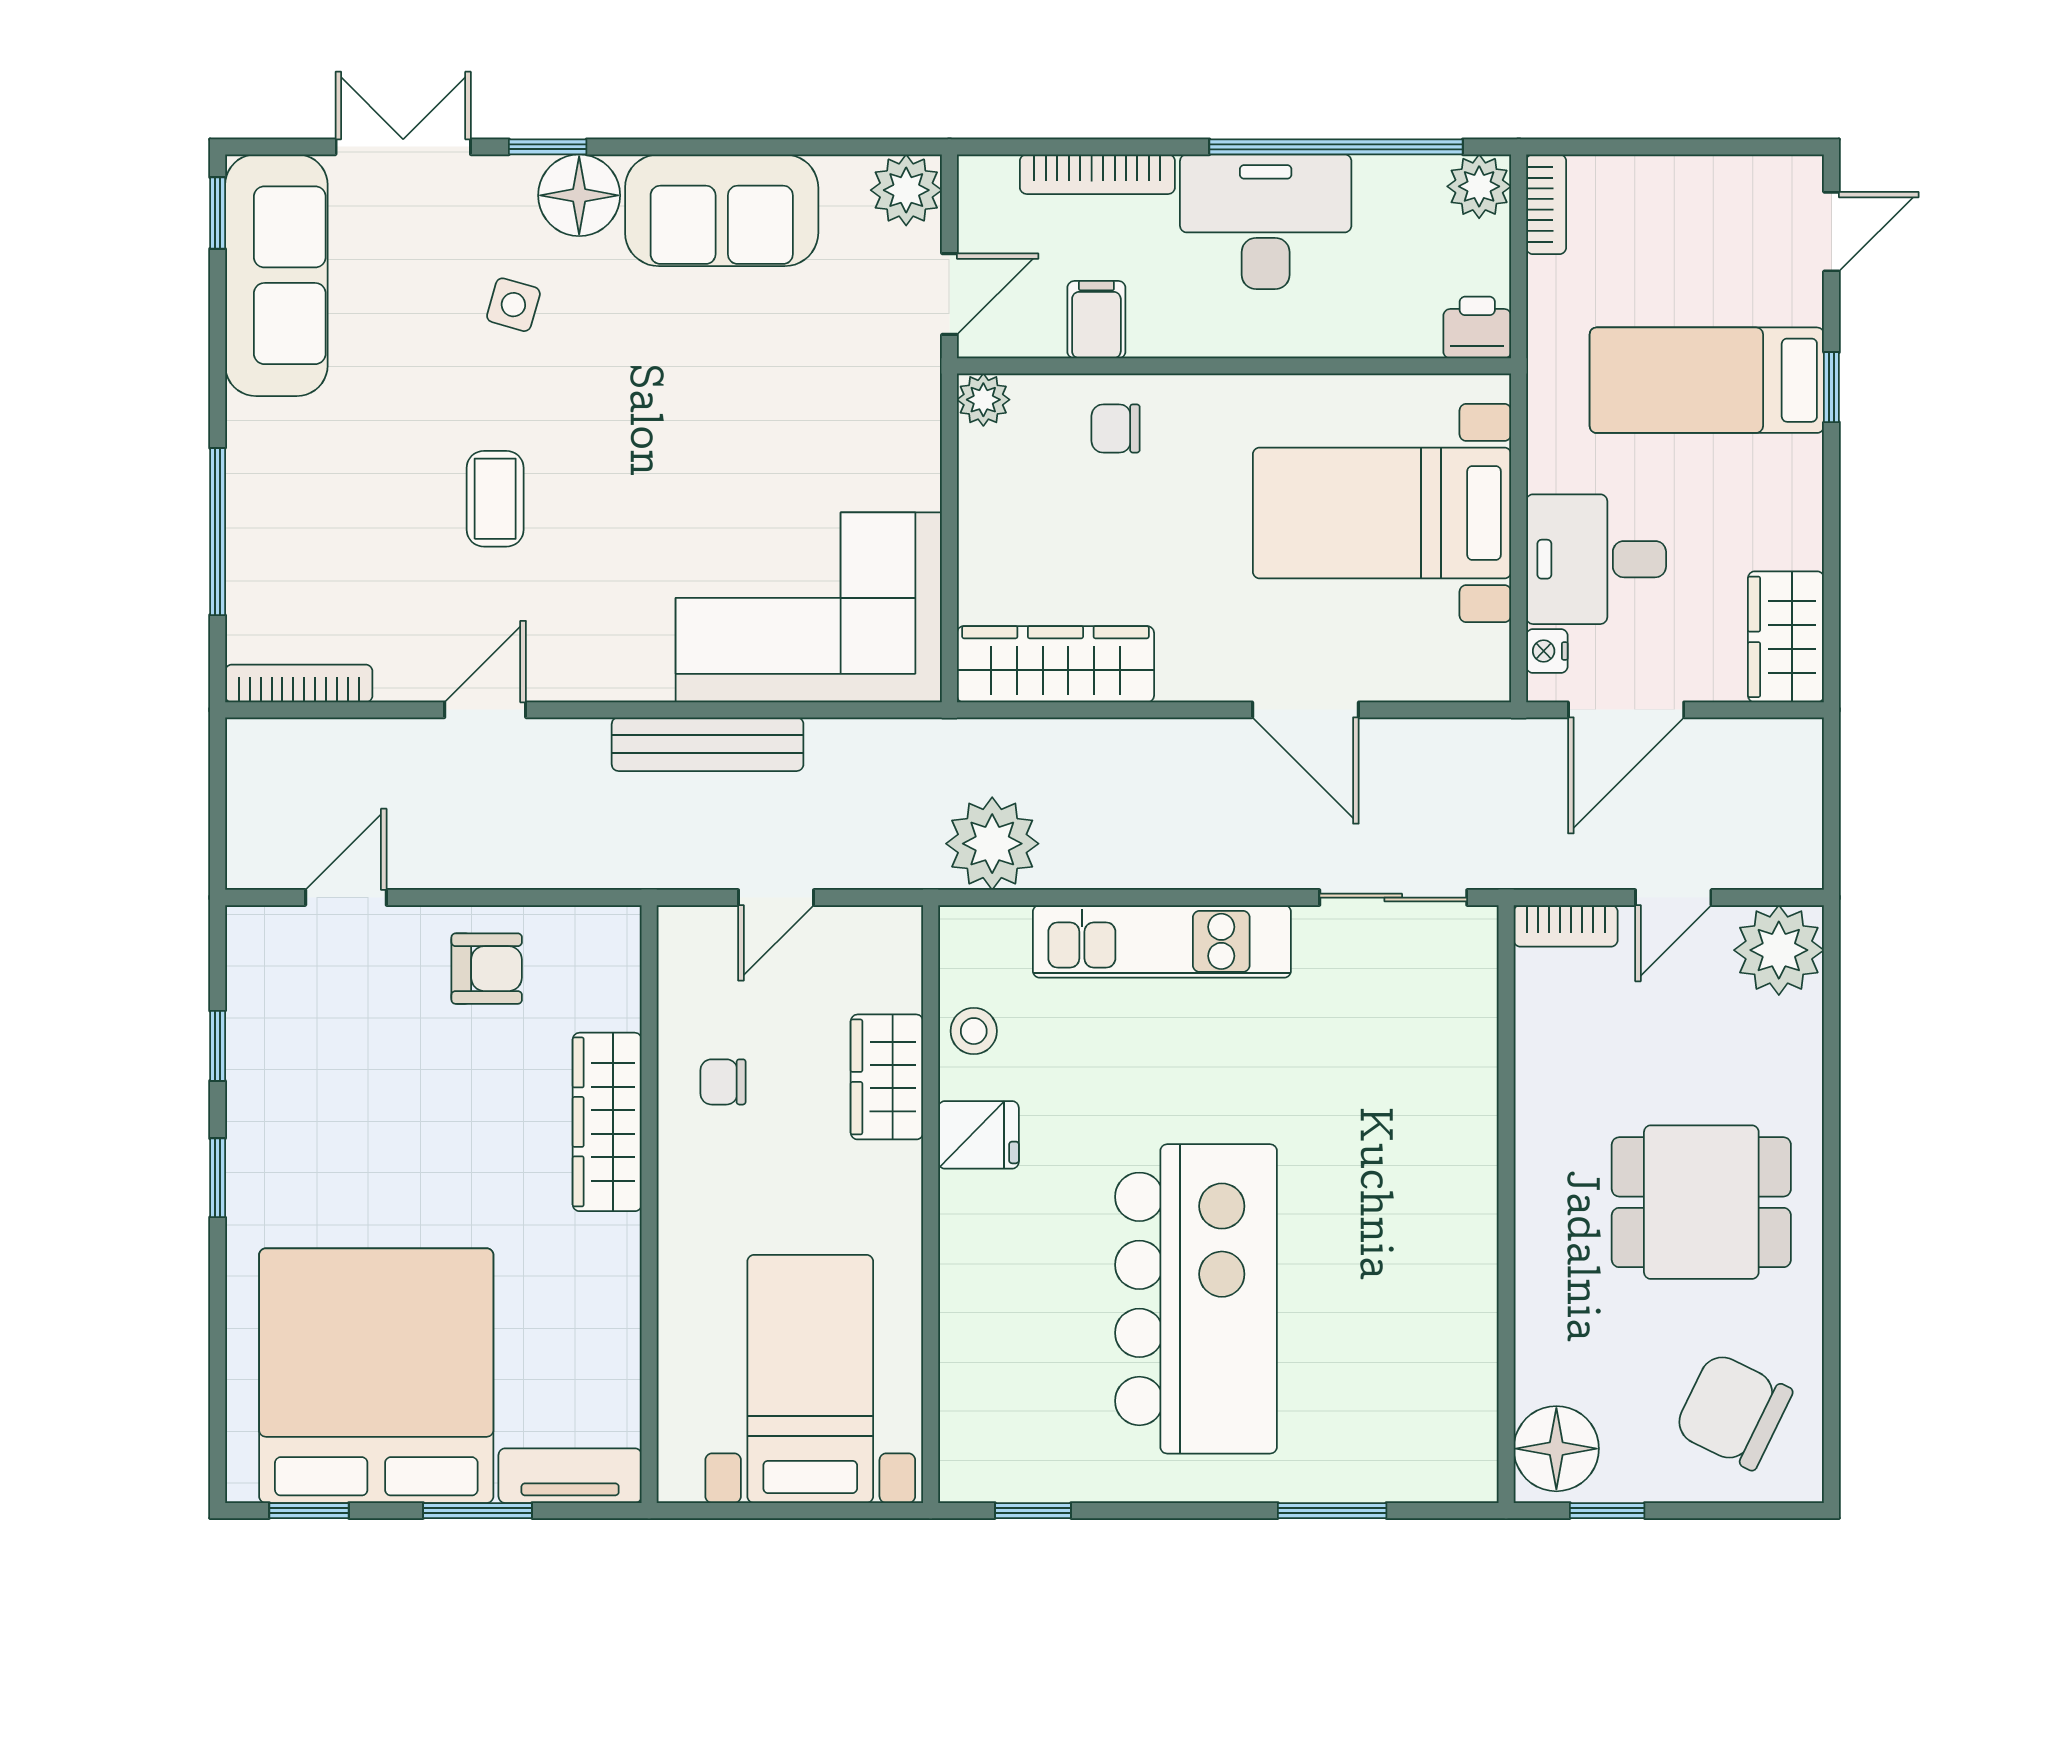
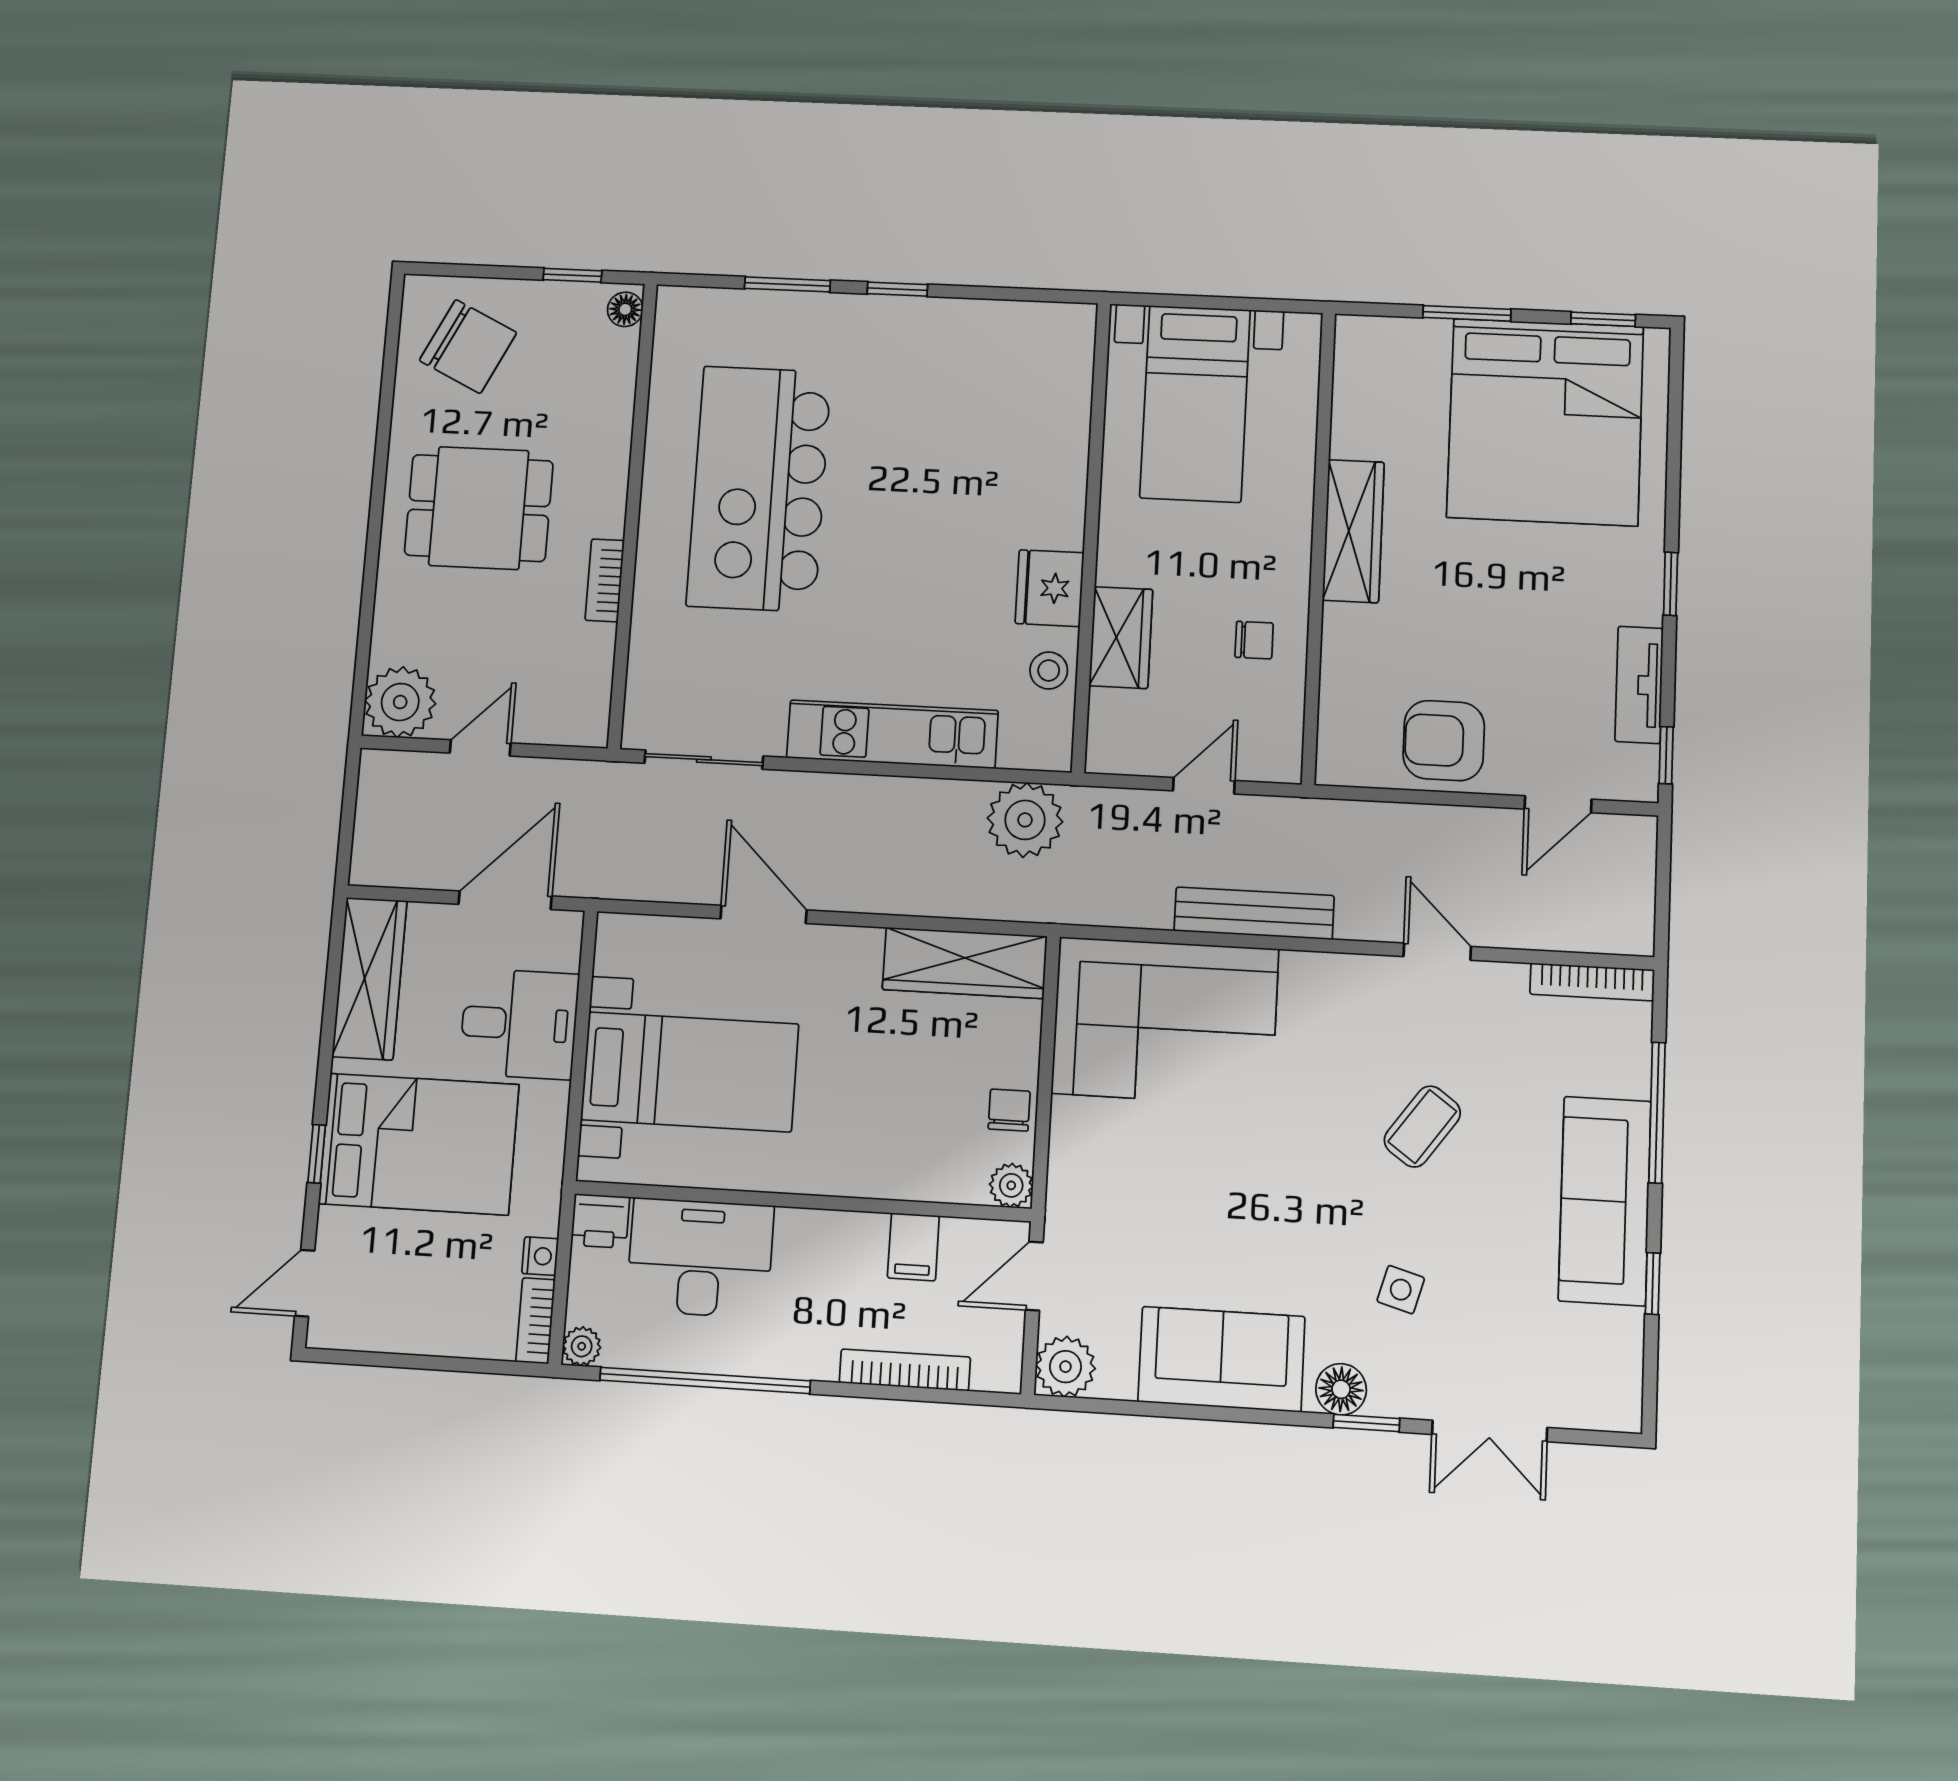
plant: (1479, 186) -> (582, 1346), width x0.73, depth x0.73
floor lamp: (579, 195) -> (1341, 1389), width x0.73, depth x0.73
window: (218, 213) -> (1653, 1284), moved
desk: (1266, 222) -> (700, 1258), moved, turned 180
sofa: (276, 275) -> (1605, 1201), moved
bed: (1707, 380) -> (419, 1144), width x1.50
chair: (1116, 428) -> (1009, 1110), moved, turned -90
coffee table: (495, 499) -> (1422, 1127), turned 36
wardrobe: (1786, 637) -> (369, 979), width x1.50
nightstand: (1547, 651) -> (540, 1256), moved
door: (485, 710) -> (1437, 952), swing flipped
bookcase: (1566, 926) -> (605, 580), moved, turned -90
armchair: (487, 969) -> (1444, 741), width x1.38, depth x1.38
window: (218, 1046) -> (1666, 755), moved
wardrobe: (607, 1122) -> (1353, 531), moved
fridge: (978, 1135) -> (1050, 588), width x1.38
kitchen island: (1196, 1299) -> (759, 488), moved
floor lamp: (1556, 1449) -> (625, 309), width x0.53, depth x0.53
tv unit: (570, 1476) -> (1639, 685), moved, turned 90
window: (1033, 1511) -> (897, 289), moved

